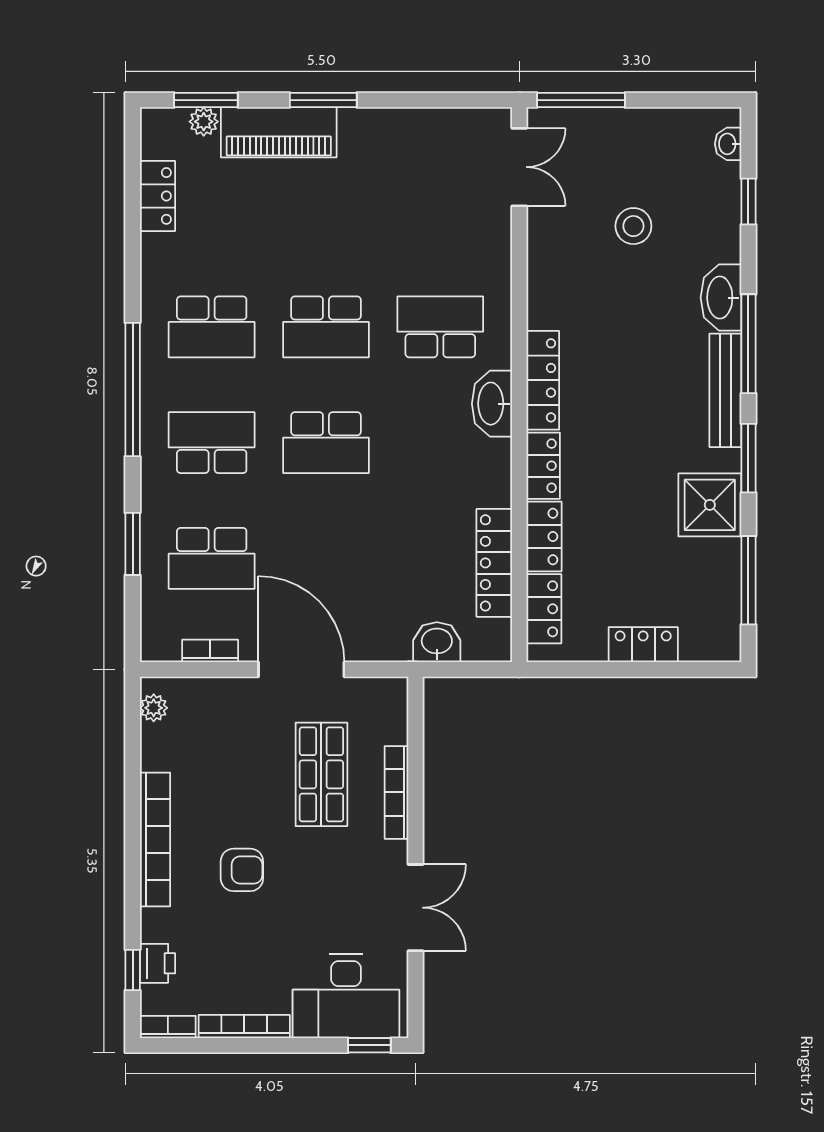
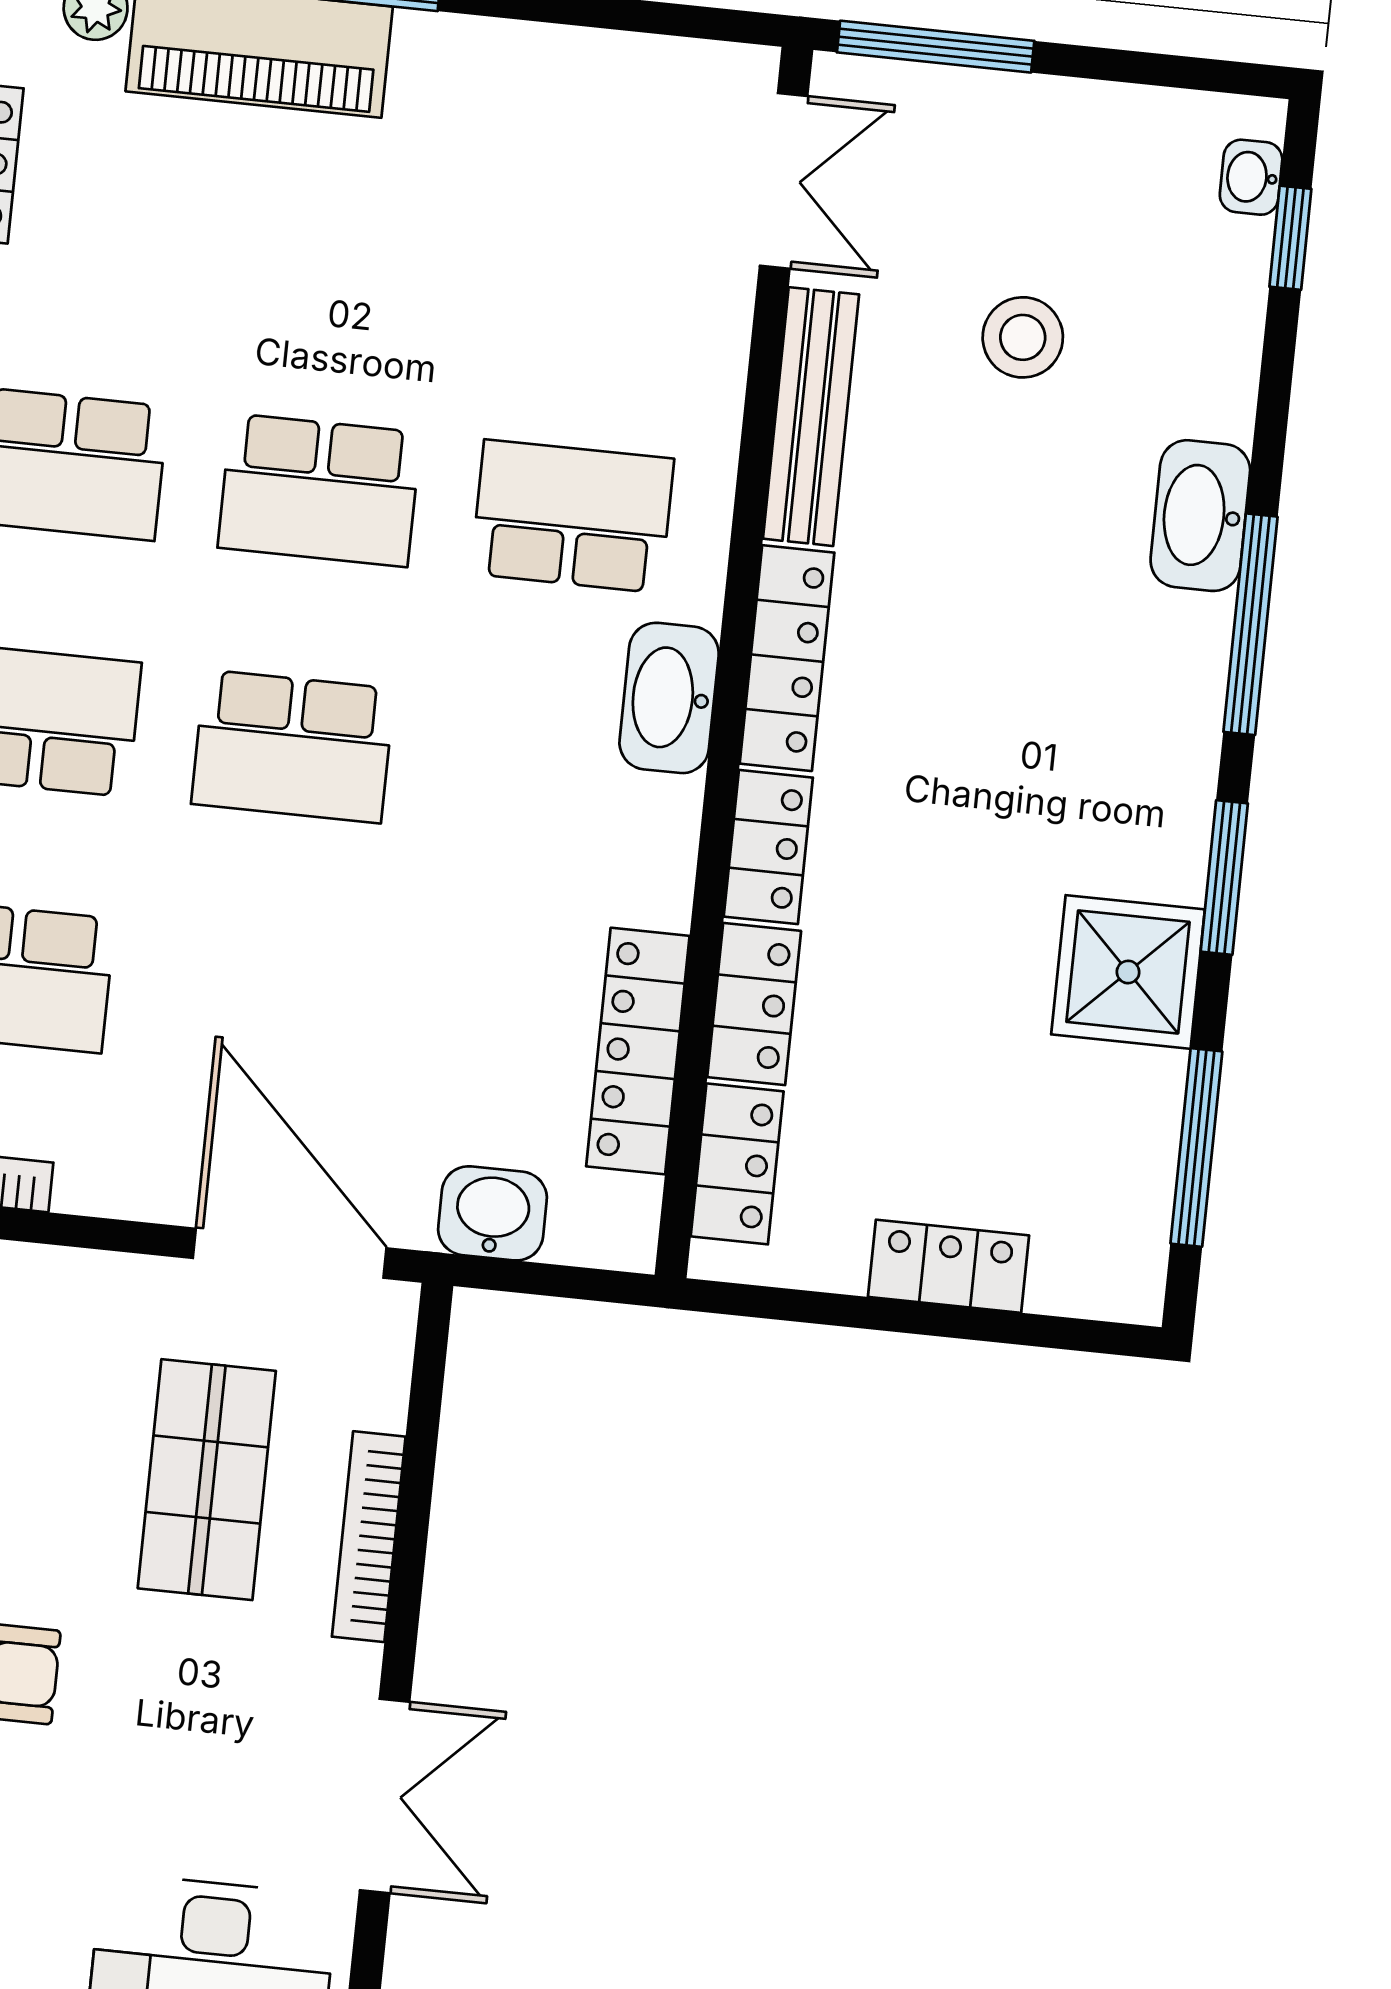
window: (748, 202) -> (1290, 238), moved
bench: (725, 390) -> (811, 417), moved
door: (301, 669) -> (290, 1253), moved

